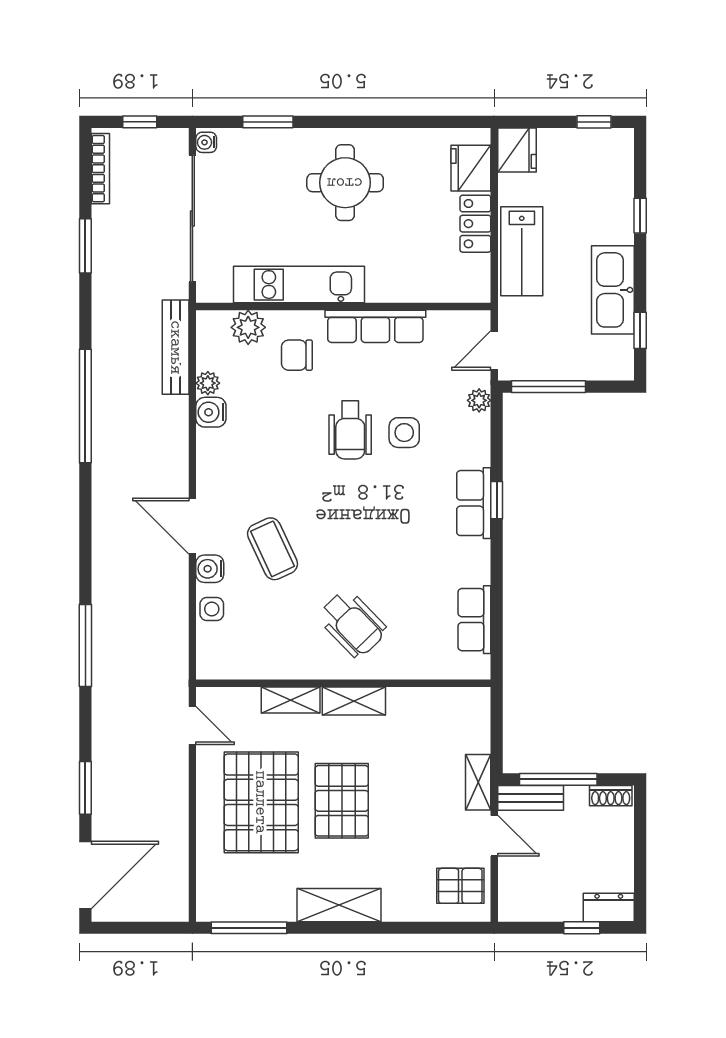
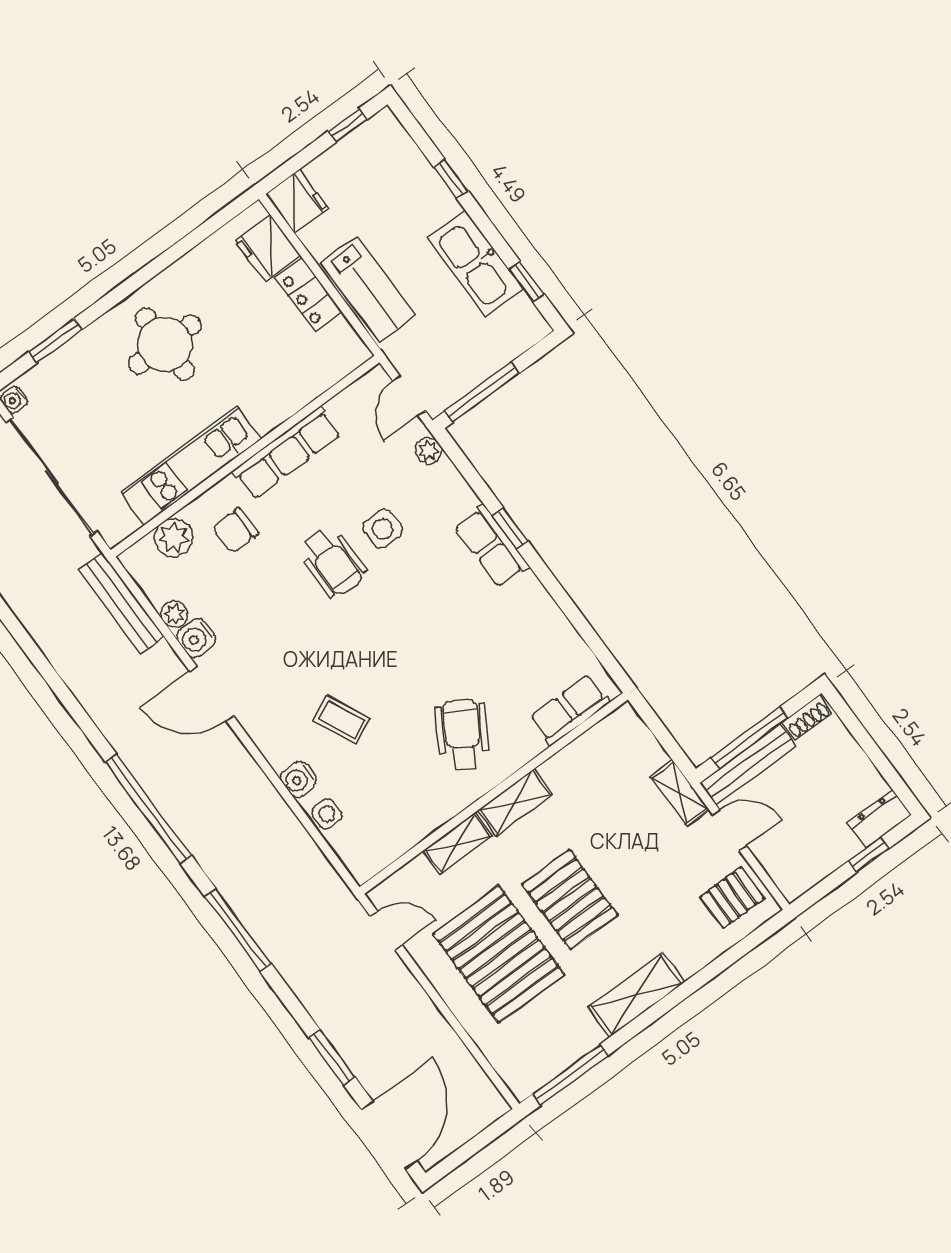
window: (85, 406) -> (149, 809), moved
door: (192, 526) -> (212, 694), moved
coffee table: (273, 549) -> (342, 720), width x0.73, depth x0.77
row of seats: (474, 620) -> (570, 710), moved, turned 90
wheelchair: (352, 624) -> (462, 734), turned -105
bench: (531, 798) -> (748, 765), width x1.36

